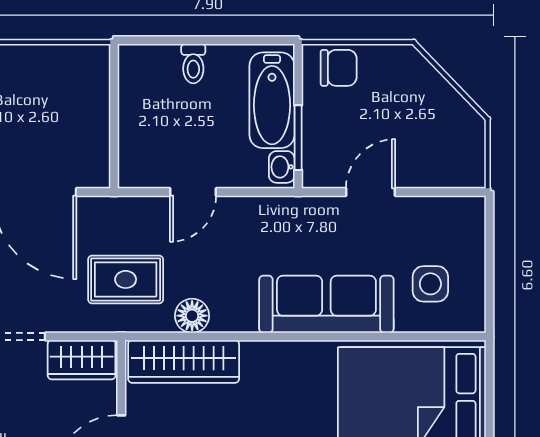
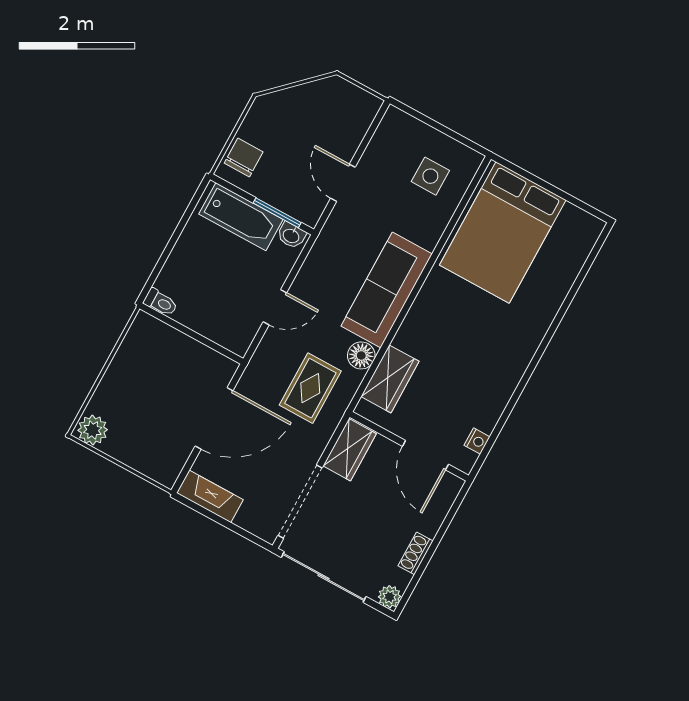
toilet: (193, 64) -> (161, 302), moved
door: (193, 192) -> (275, 307), hinge flipped
sofa: (326, 304) -> (387, 290), moved
wardrobe: (184, 361) -> (390, 379), width x0.67

